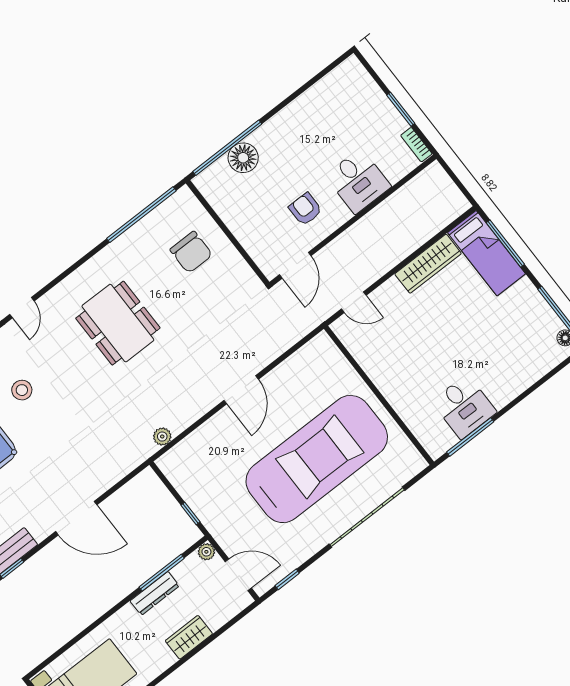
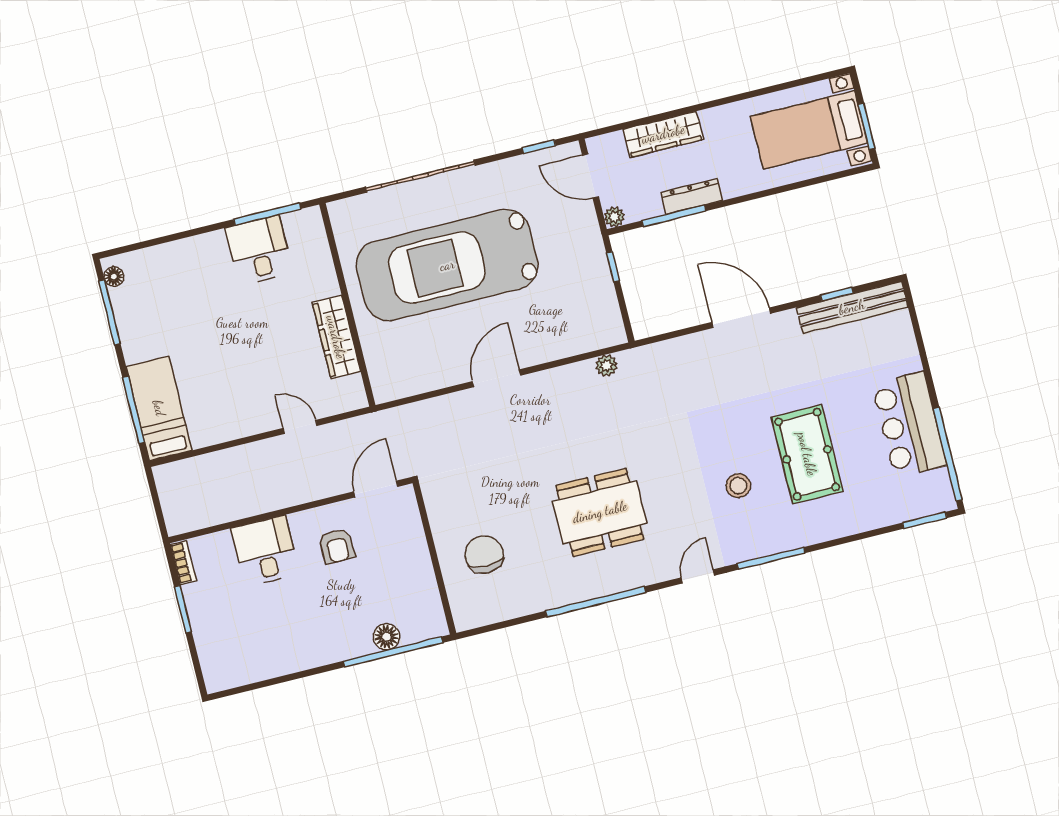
floor lamp: (243, 158) -> (386, 637), width x0.73, depth x0.73
window: (141, 215) -> (596, 602), moved
wardrobe: (428, 264) -> (336, 337), moved, turned -90
door: (354, 302) -> (300, 427), moved
dining table: (118, 323) -> (600, 512), turned 90
wardrobe: (189, 637) -> (663, 134), width x1.50

